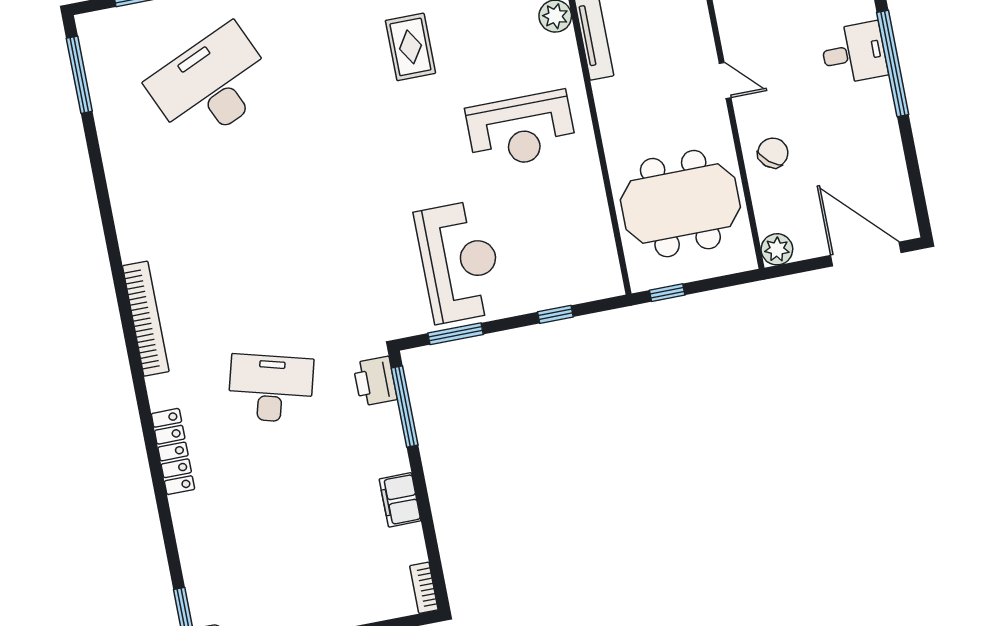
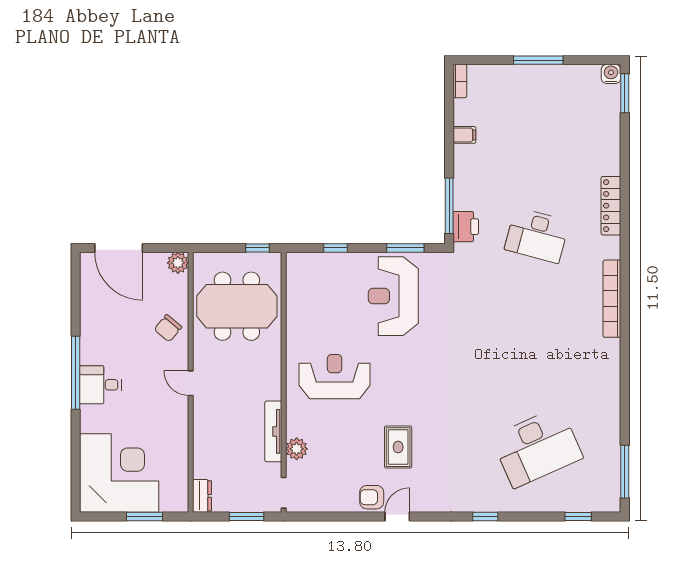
filing cabinet: (400, 500) -> (464, 135), width x0.50

